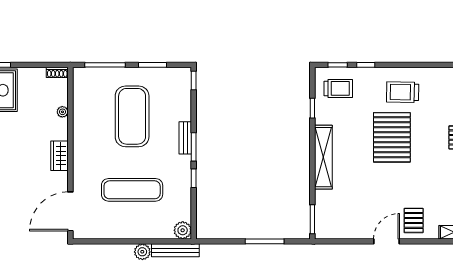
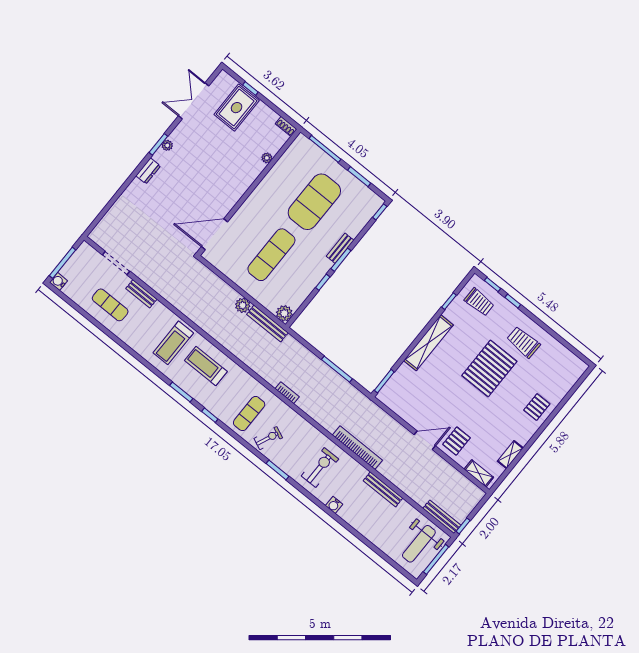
wardrobe: (60, 156) -> (239, 188), removed
exercise mat: (132, 190) -> (271, 255), turned 90

